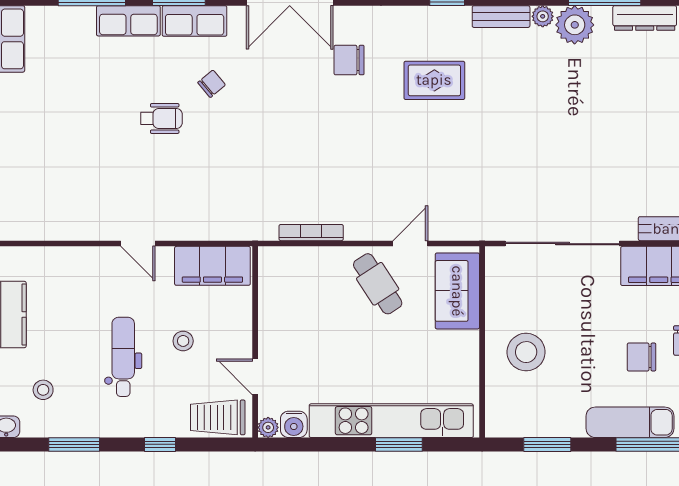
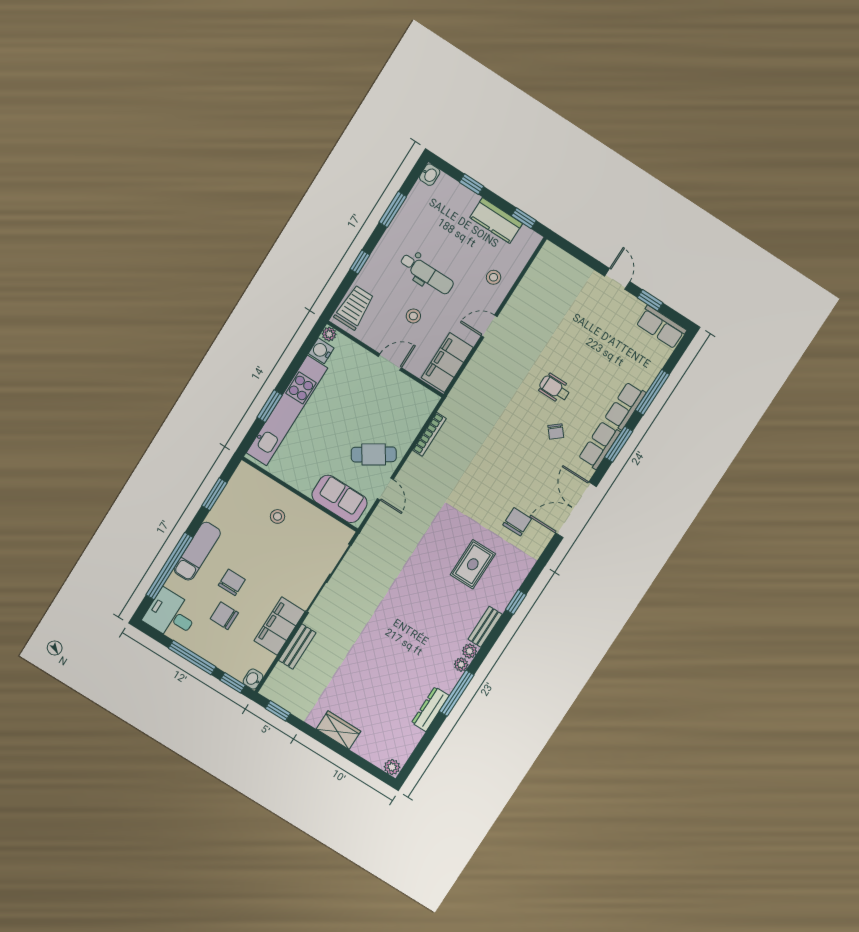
plant: (575, 25) -> (461, 665), width x0.53, depth x0.53
wheelchair: (161, 118) -> (555, 388), turned 90
stool: (526, 352) -> (278, 516), width x0.53, depth x0.53
door: (255, 377) -> (390, 362), moved
stool: (43, 390) -> (494, 277), moved

